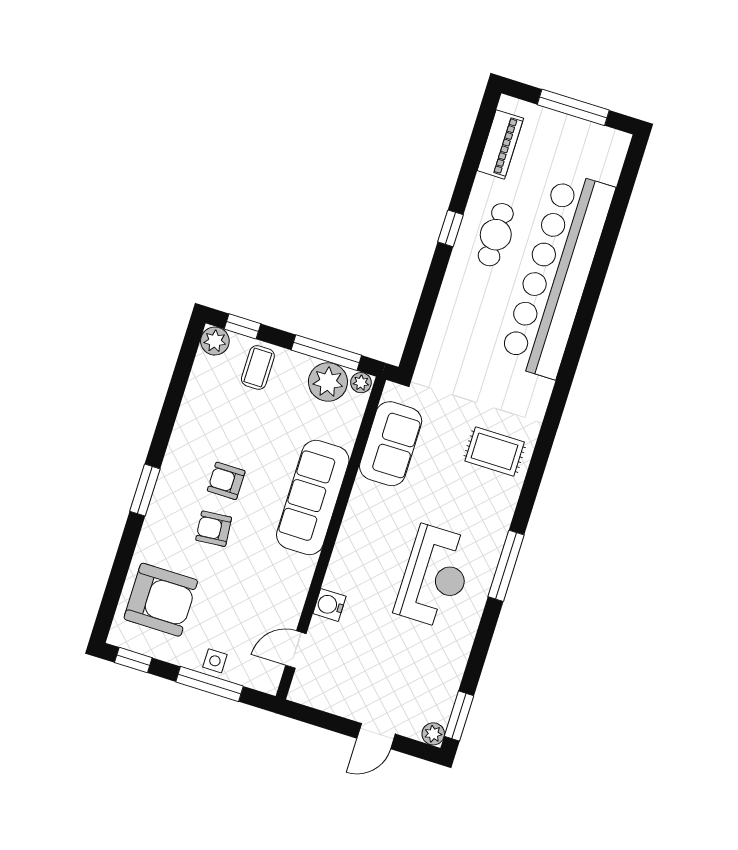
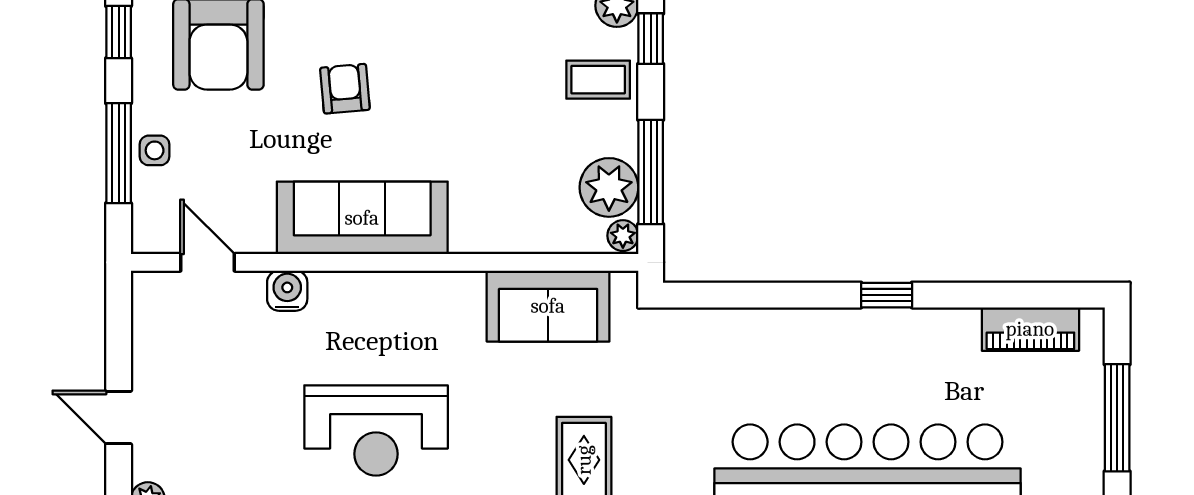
cafe table: (496, 235) -> (898, 363), removed
armchair: (226, 481) -> (420, 85), removed
sofa: (313, 497) -> (362, 218), moved

